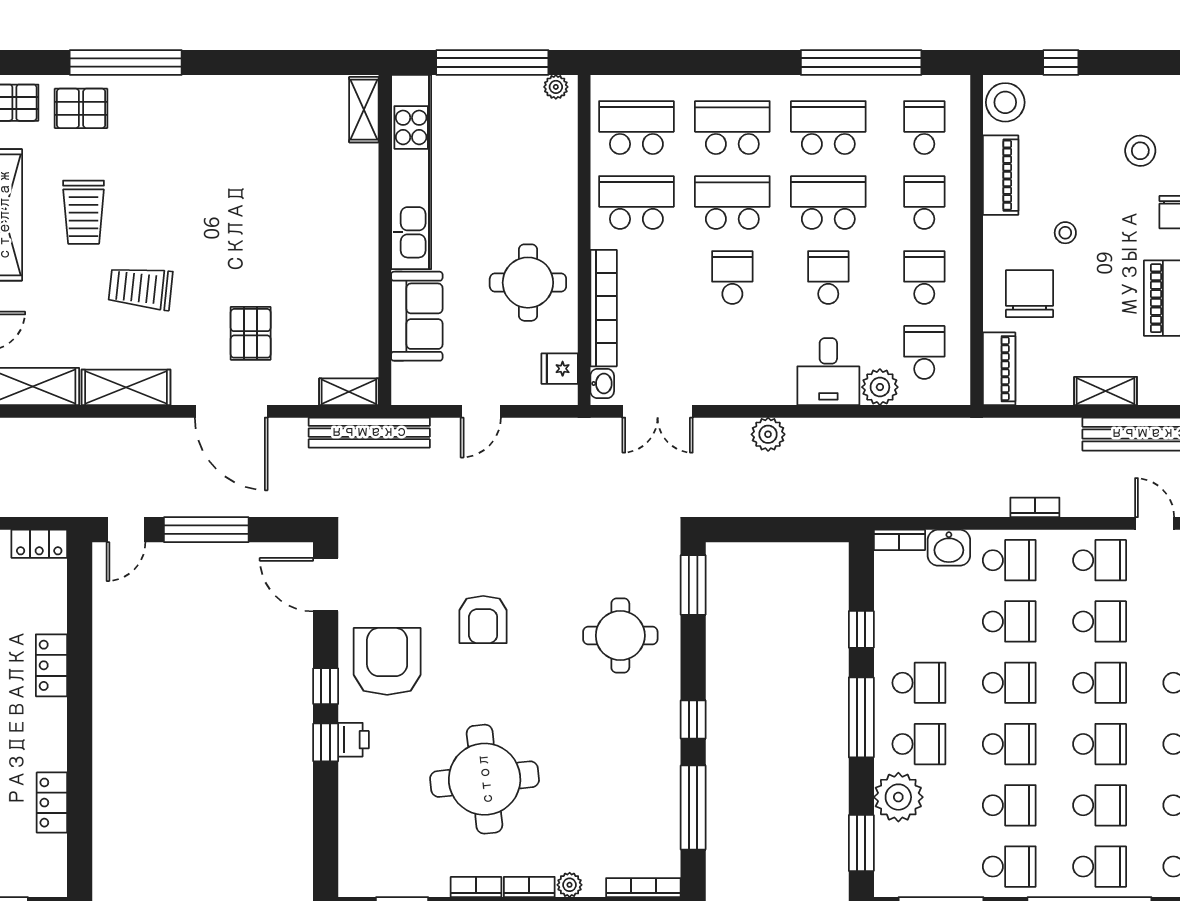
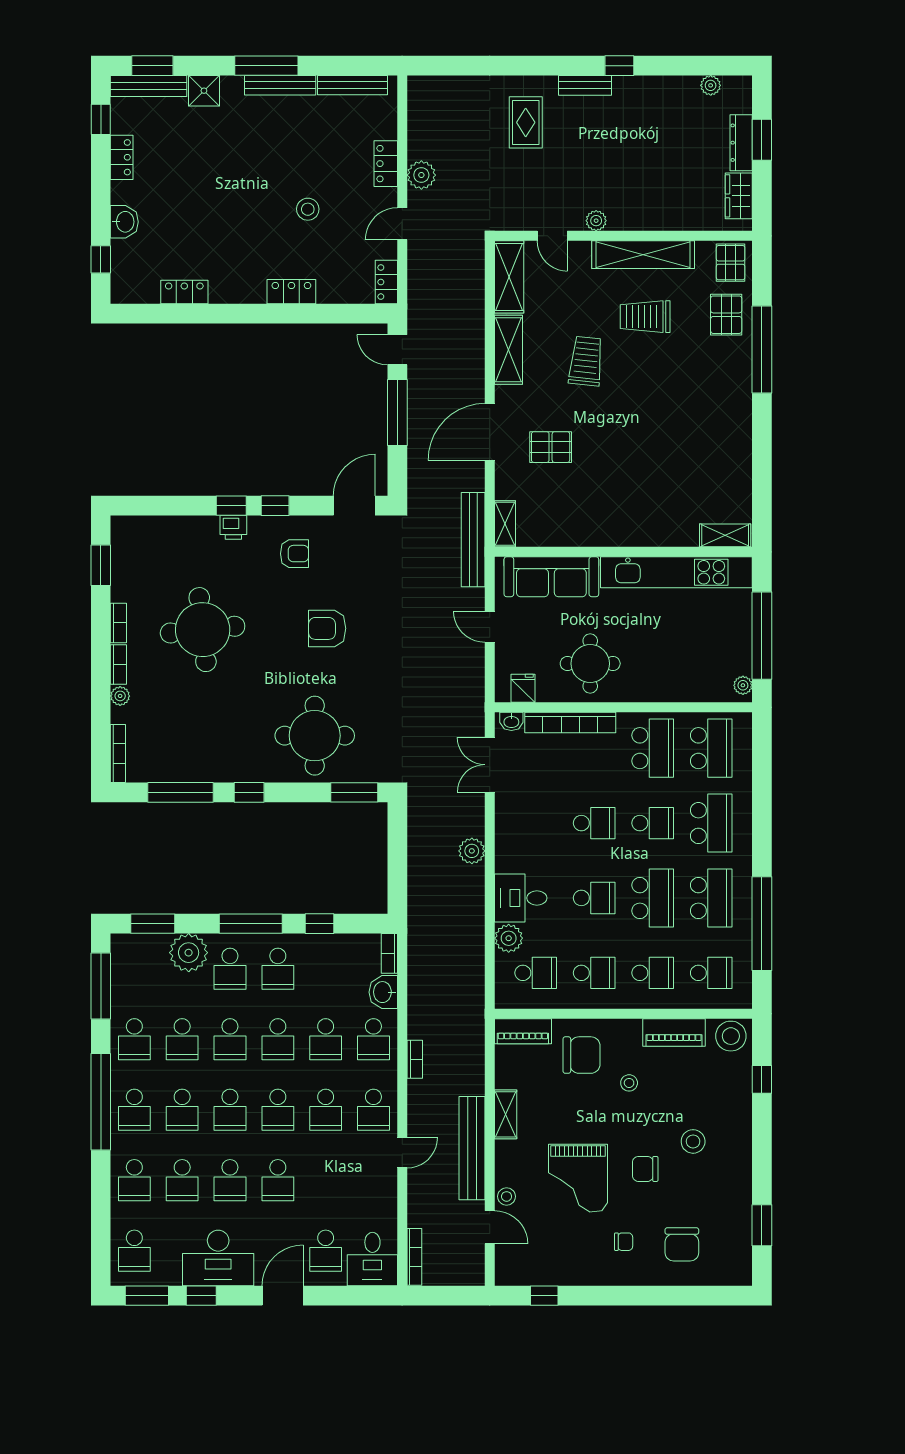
school desk: (732, 203) -> (653, 823), width x0.54
sofa: (417, 316) -> (551, 577), width x1.36
round table: (620, 636) -> (315, 736), width x1.36, depth x1.36
armchair: (387, 661) -> (294, 554), width x0.53, depth x0.53

